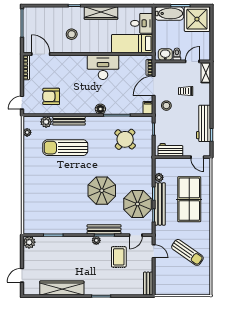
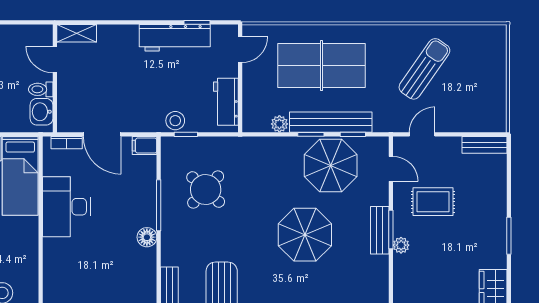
desk: (103, 67) -> (66, 207), moved
trolley: (186, 91) -> (112, 72), removed
stool: (166, 106) -> (175, 121), moved
bench: (104, 229) -> (380, 230), width x0.73

